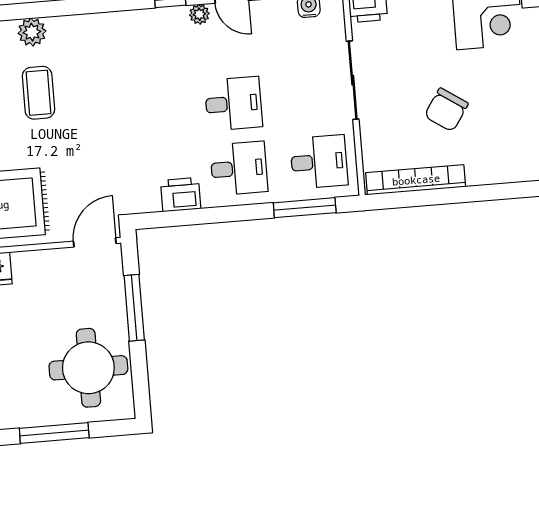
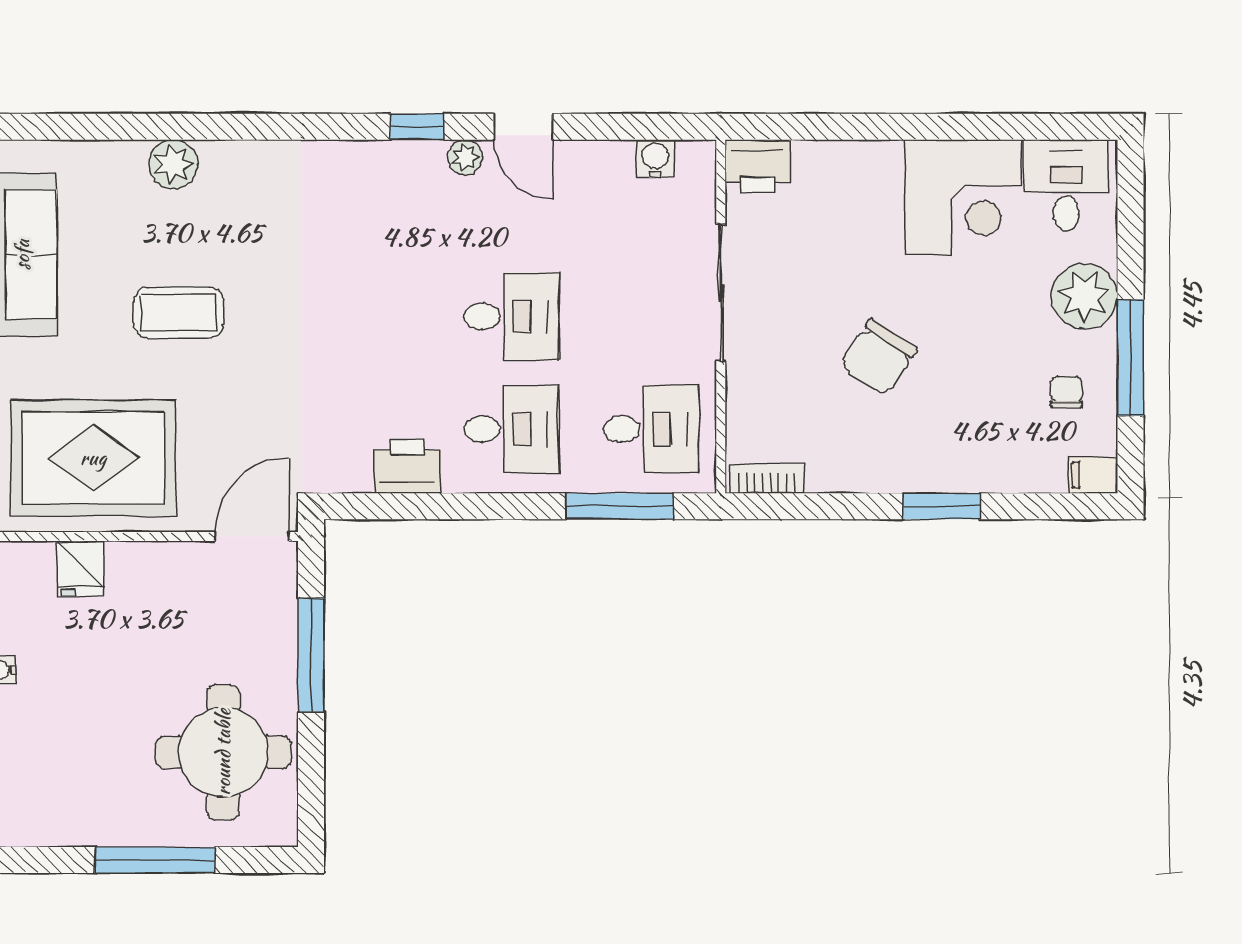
coffee table: (38, 93) -> (179, 313), moved, turned 90
bookcase: (416, 180) -> (767, 479), width x0.43, depth x0.76
window: (490, 192) -> (942, 506), added

